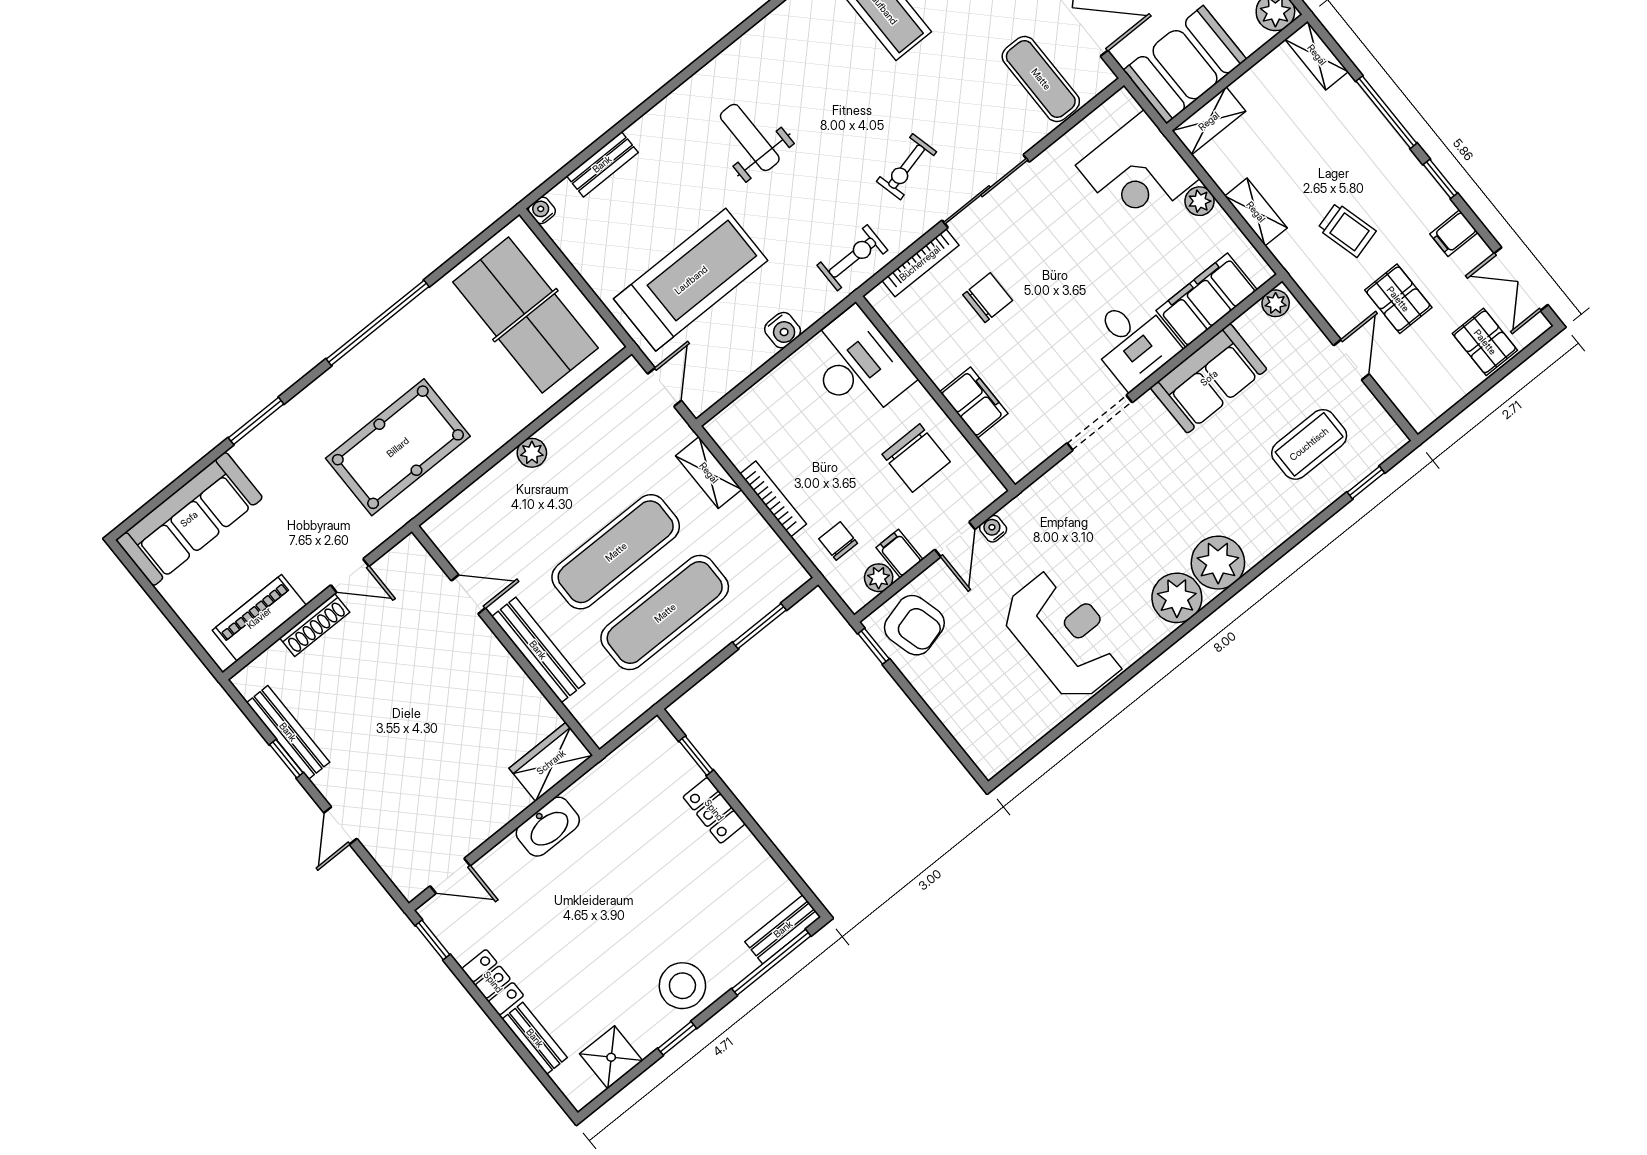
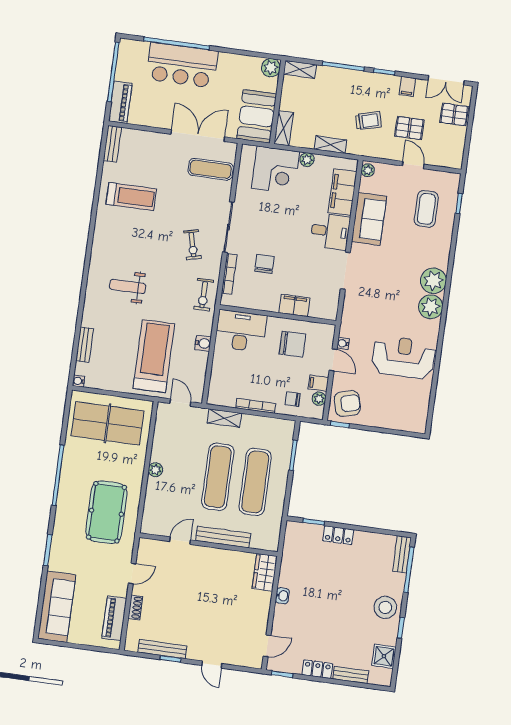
exercise bike: (852, 258) -> (204, 295), turned 180
shoe rack: (315, 625) -> (135, 608), width x0.70
washbasin: (548, 827) -> (282, 596), width x0.52, depth x0.69

